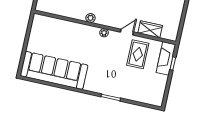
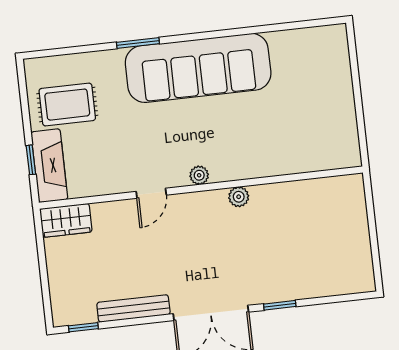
wardrobe: (150, 29) -> (66, 220), moved
rug: (138, 54) -> (67, 105), moved, turned 90
sofa: (54, 70) -> (198, 68), moved

